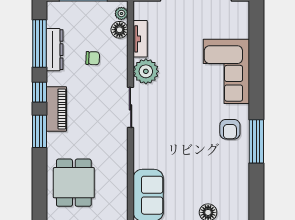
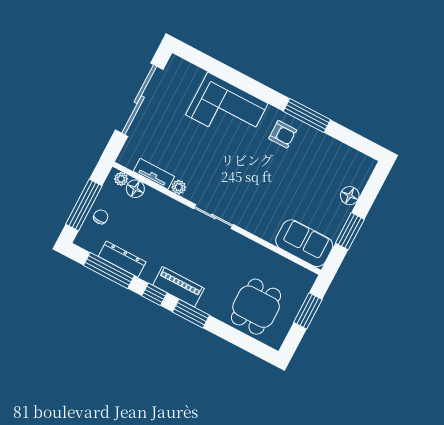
chair: (93, 58) -> (101, 217), moved
plant: (146, 71) -> (179, 187), width x0.53, depth x0.53
dining table: (74, 183) -> (256, 307), turned 90

